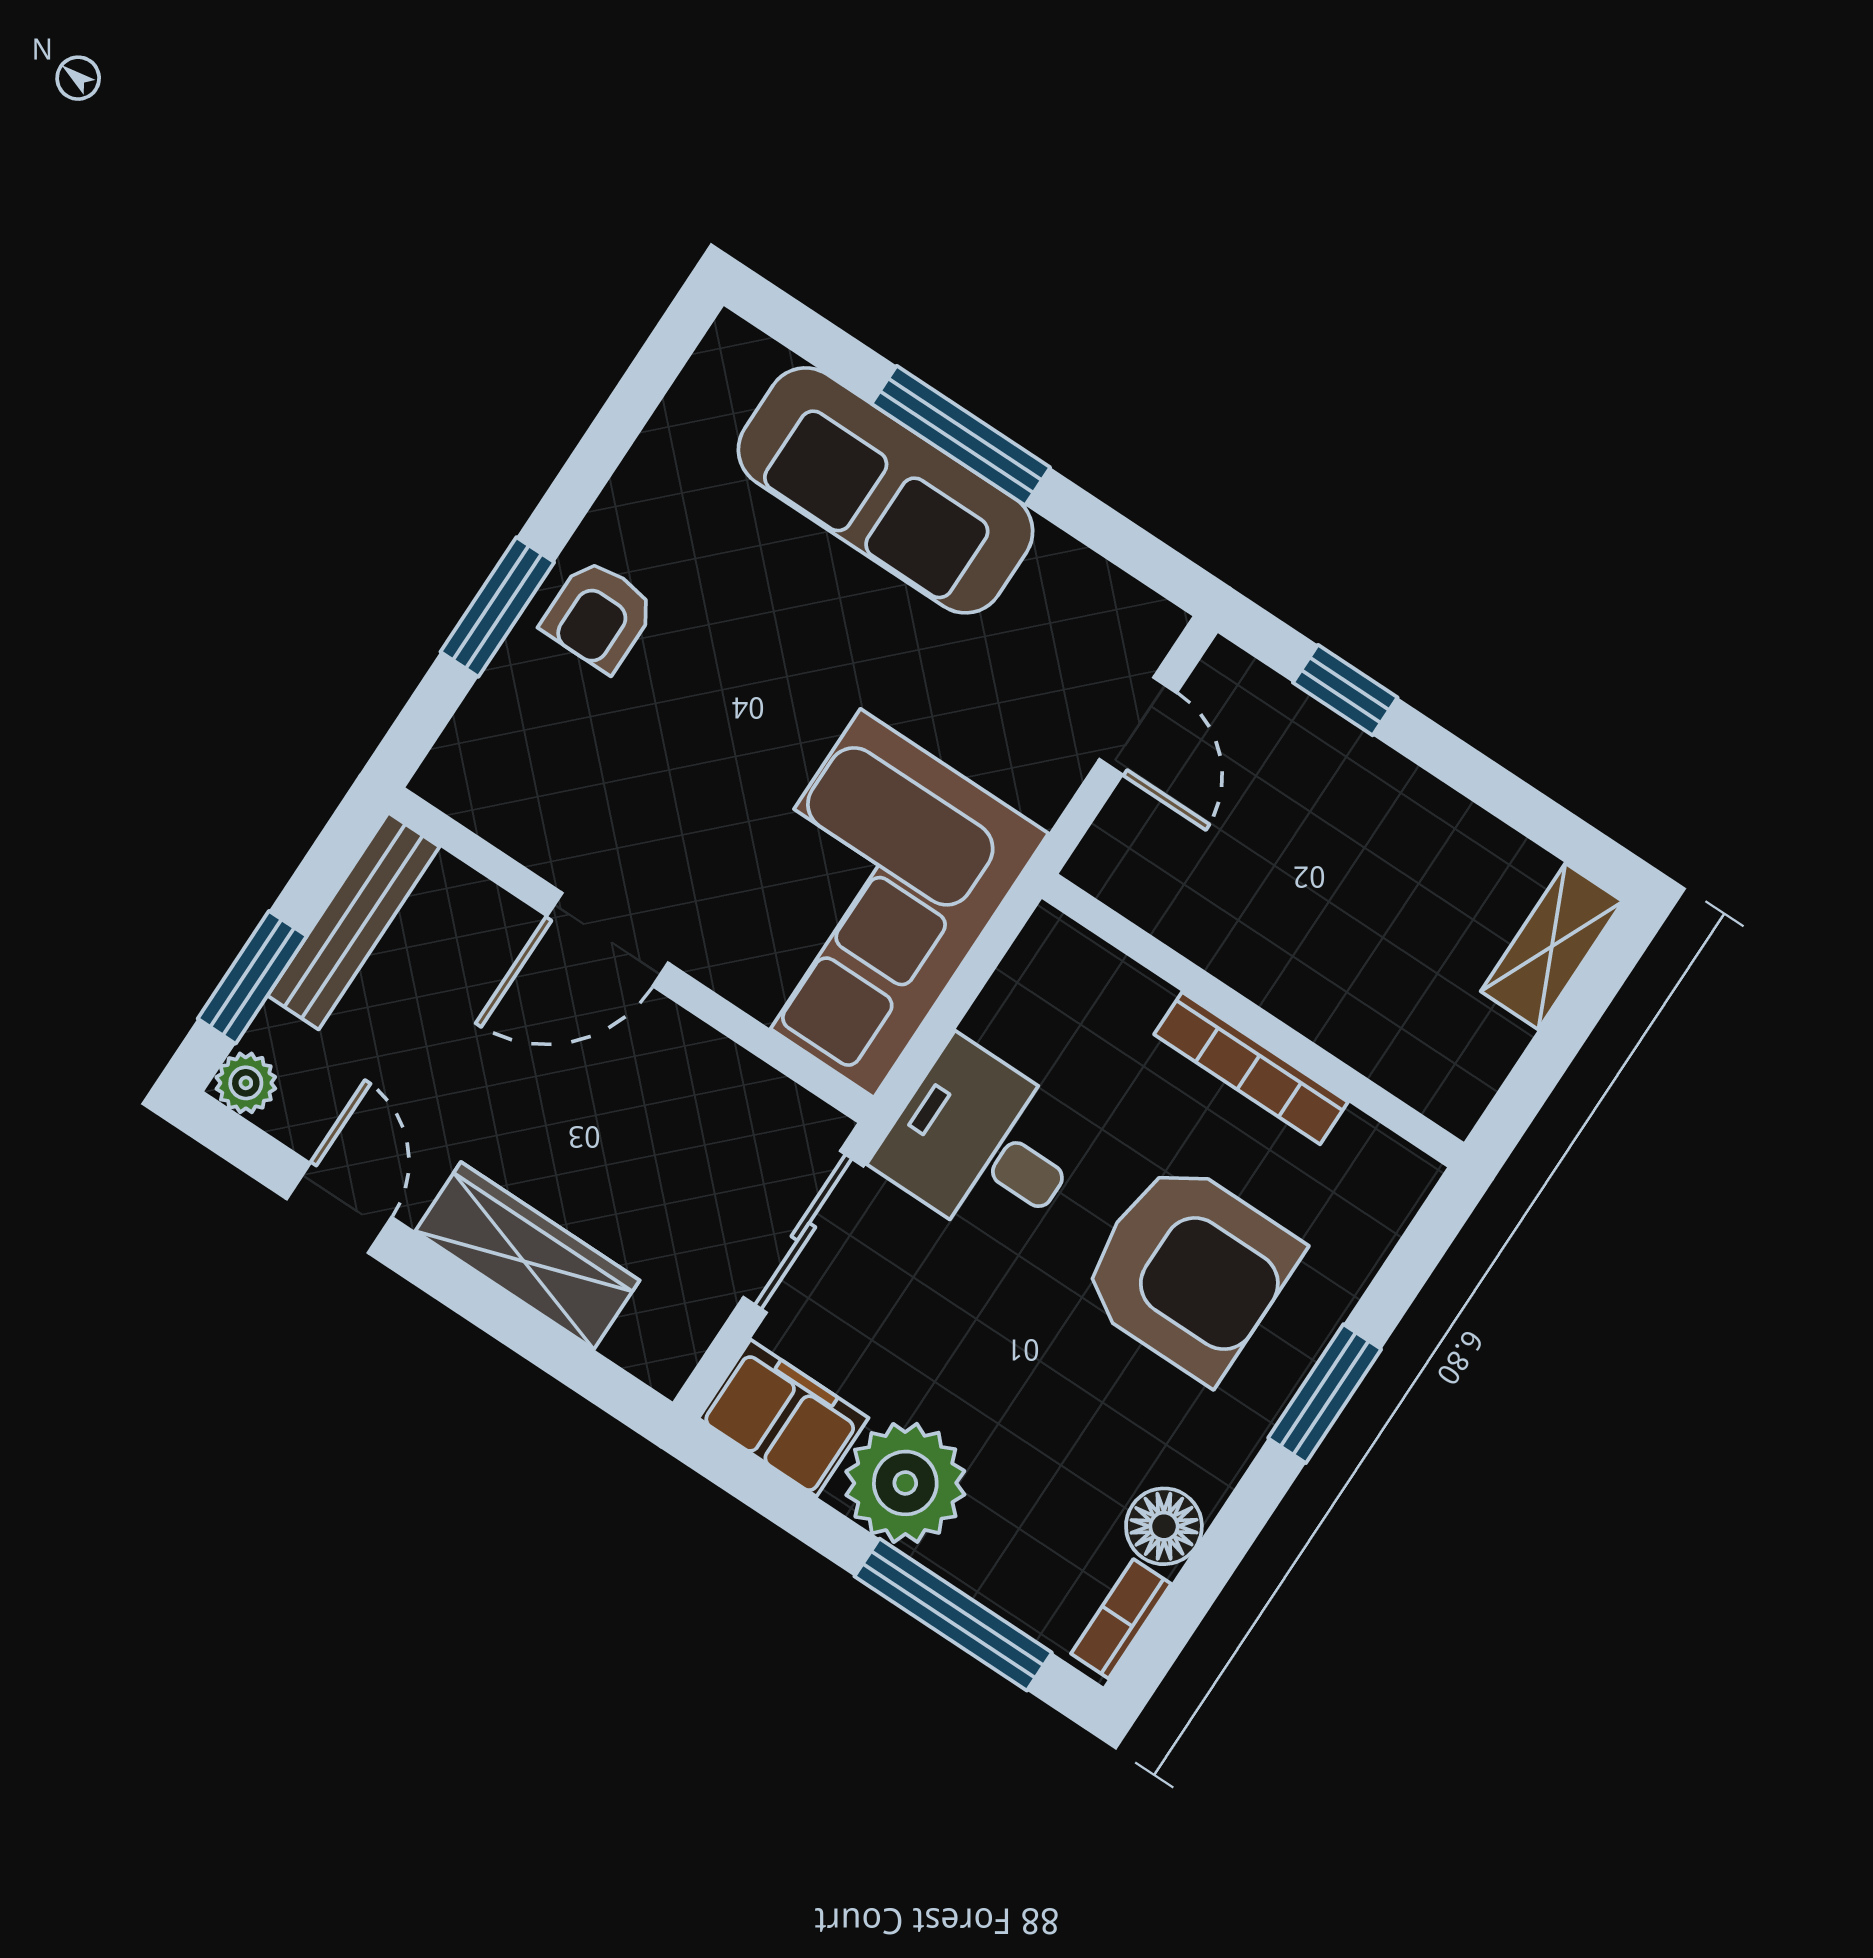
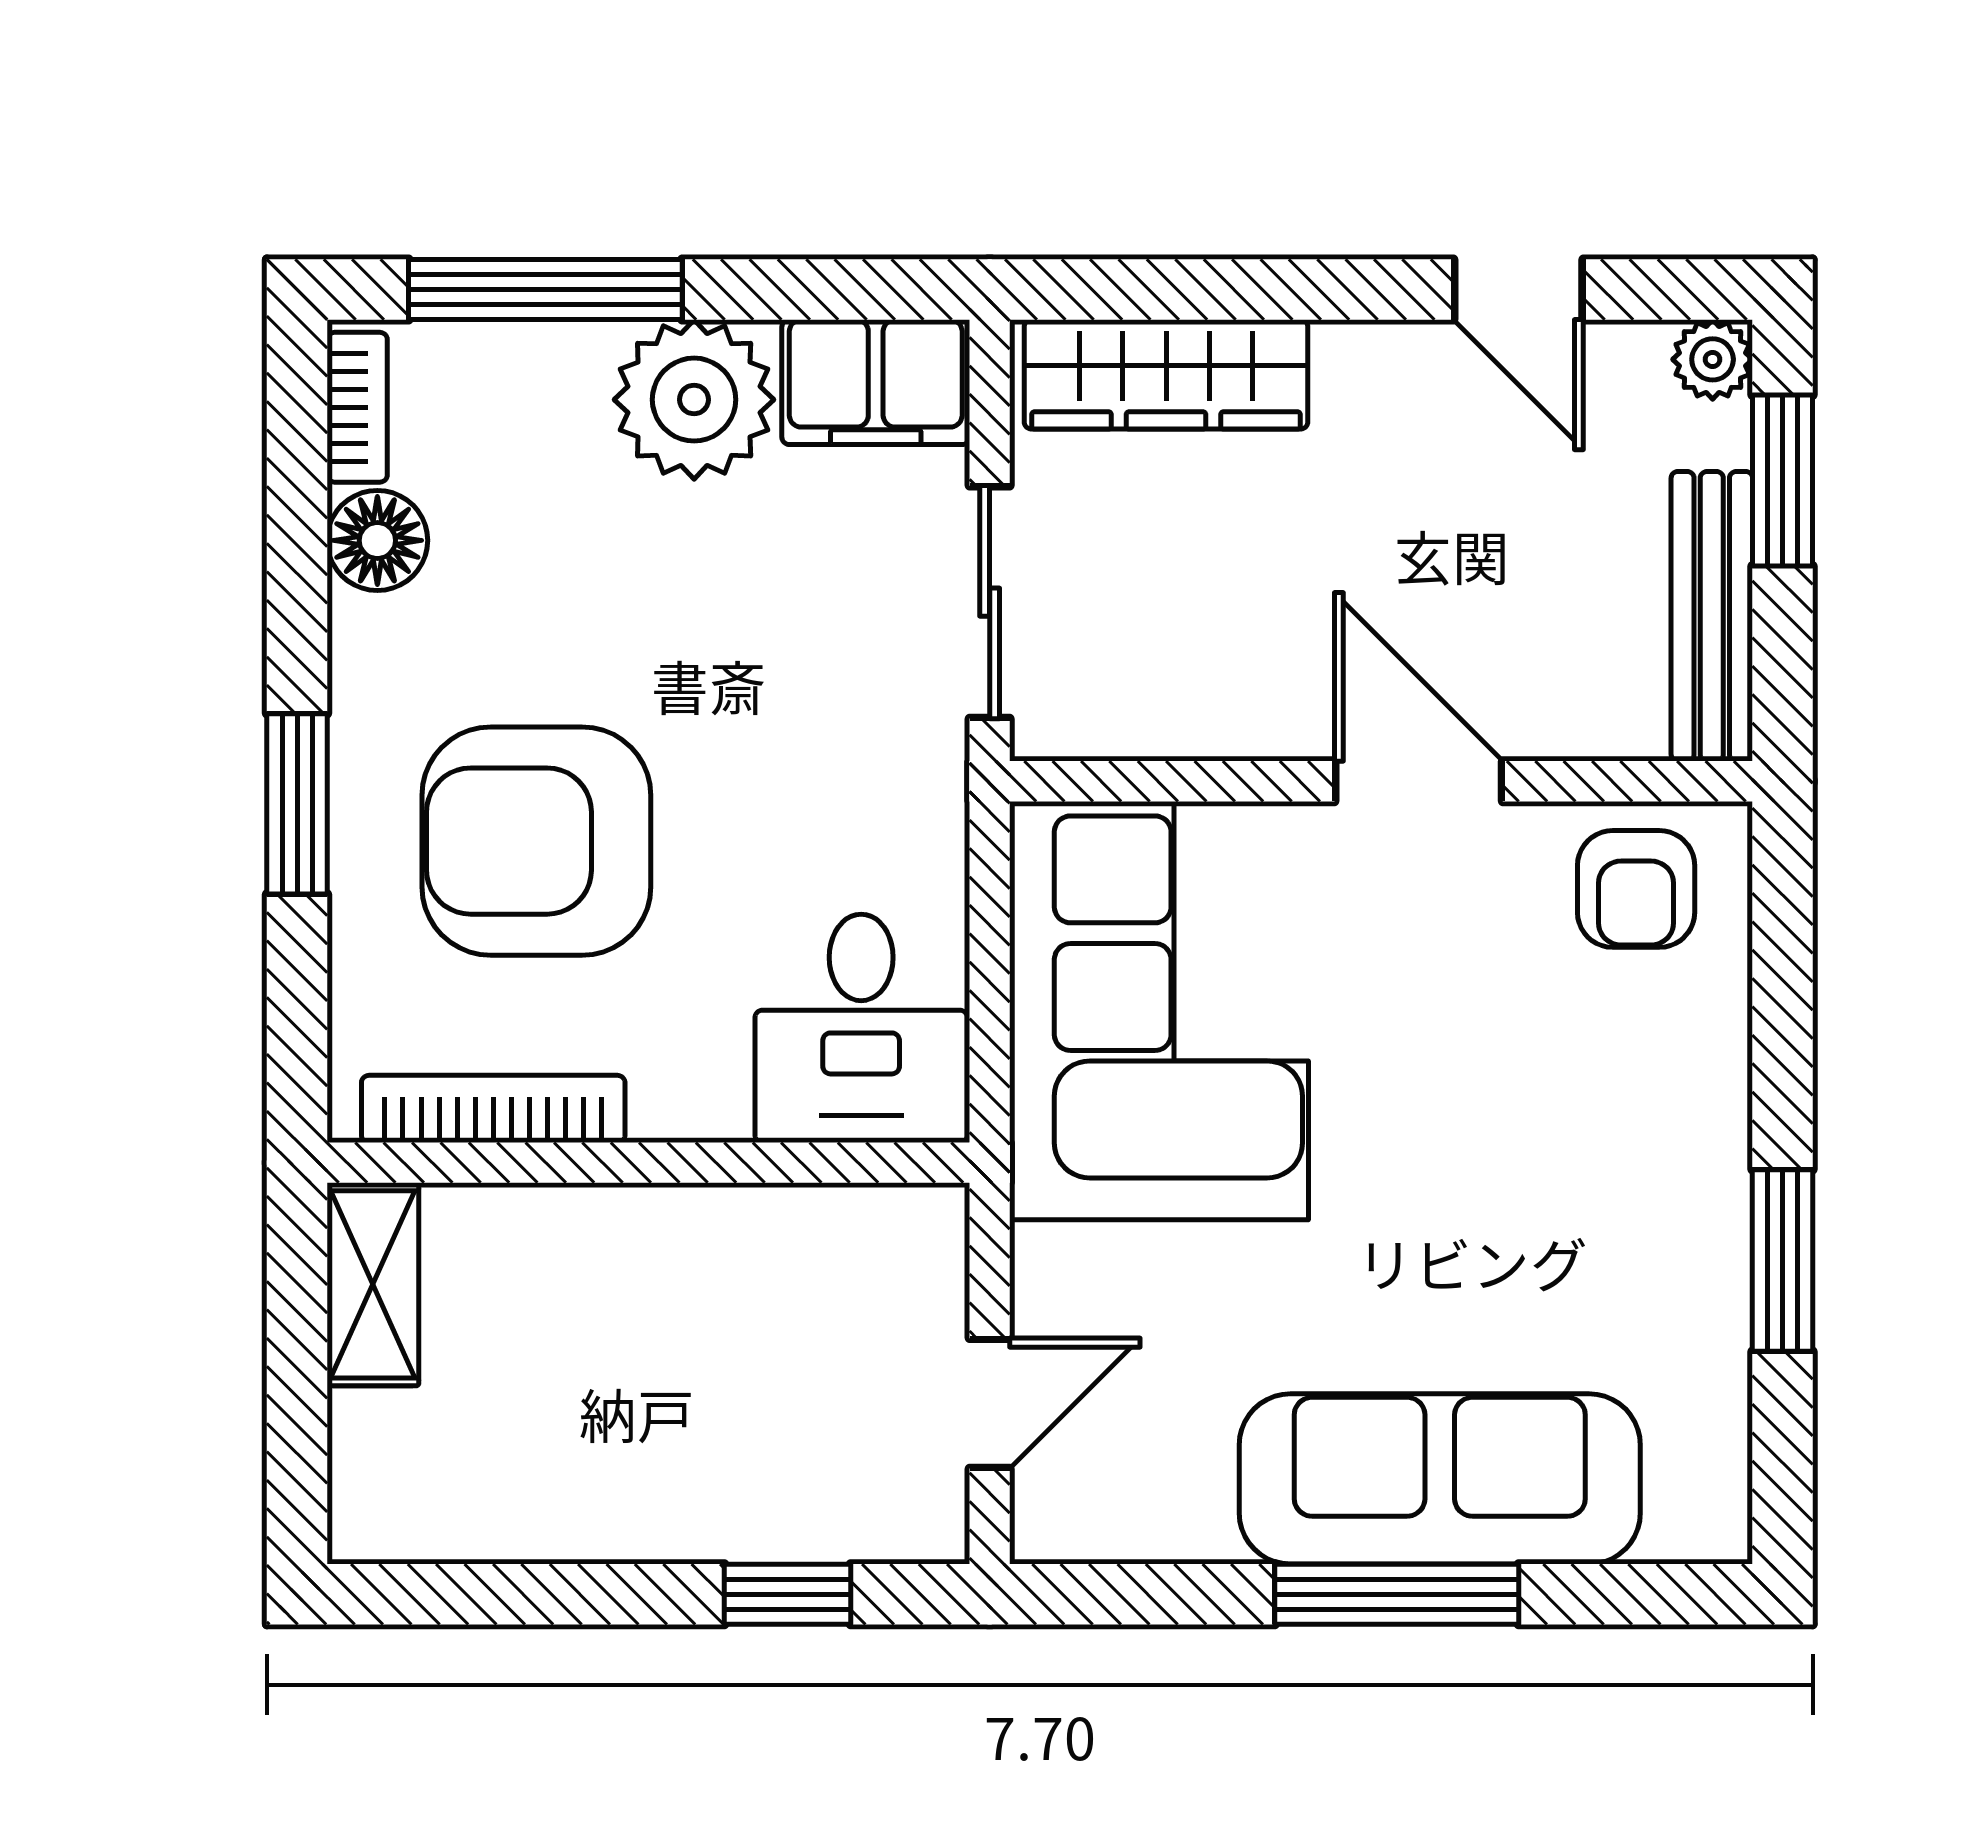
window: (497, 607) -> (1782, 1261), moved
armchair: (599, 615) -> (1636, 889), moved, turned 180
door: (1138, 726) -> (990, 1403), swing flipped
door: (607, 939) -> (1419, 781), hinge flipped
shelving: (1552, 946) -> (373, 1284), moved
bookcase: (1251, 1068) -> (493, 1109), moved
desk: (983, 1145) -> (861, 1028), moved, turned 90
wardrobe: (527, 1256) -> (1166, 374), moved

